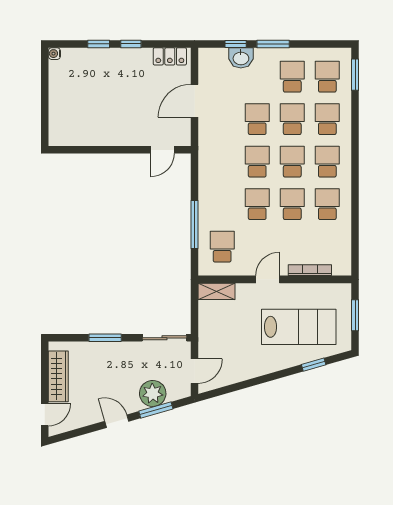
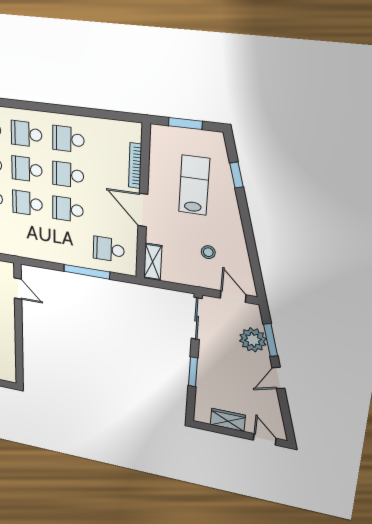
door: (268, 279) -> (143, 210), width x1.38
lab bench: (299, 327) -> (194, 185), width x0.73, depth x0.72
stool: (235, 344) -> (208, 252), added
wardrobe: (58, 376) -> (228, 420), width x0.67

